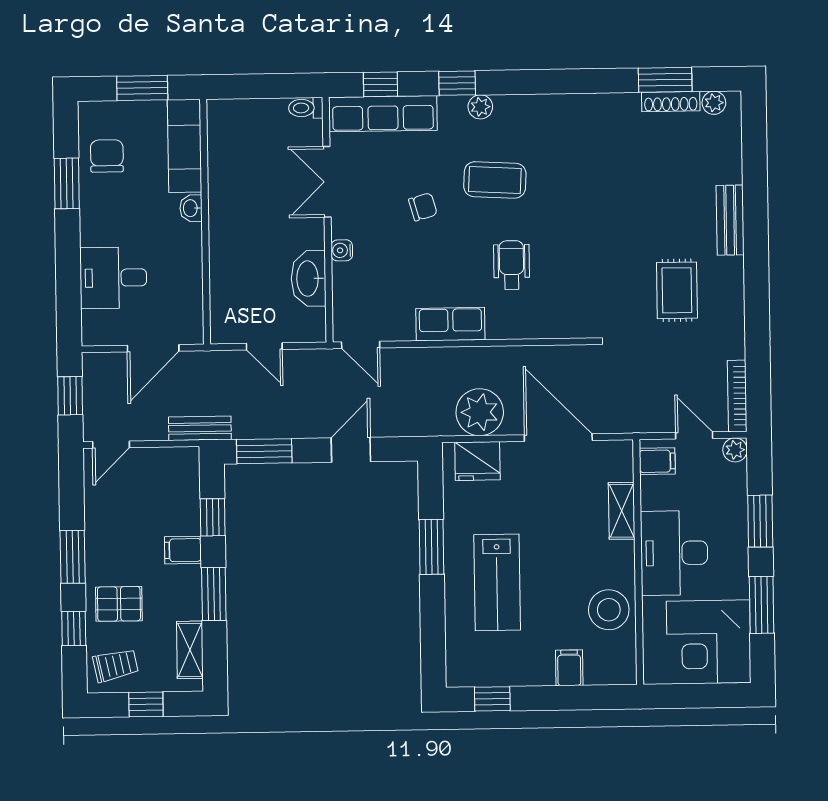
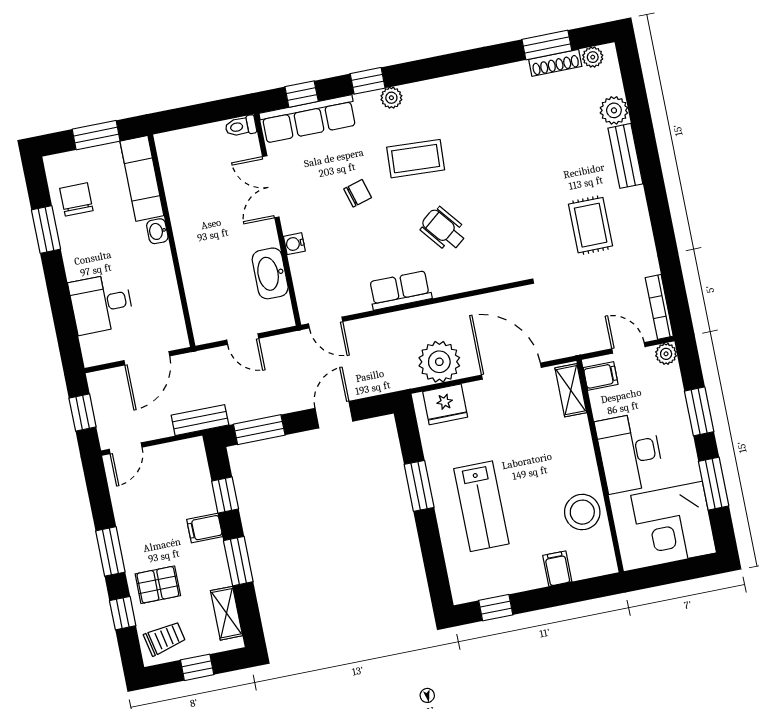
plant: (727, 167) -> (614, 110), added
wheelchair: (511, 265) -> (443, 229), turned -39
shelving: (622, 511) -> (571, 390), moved

